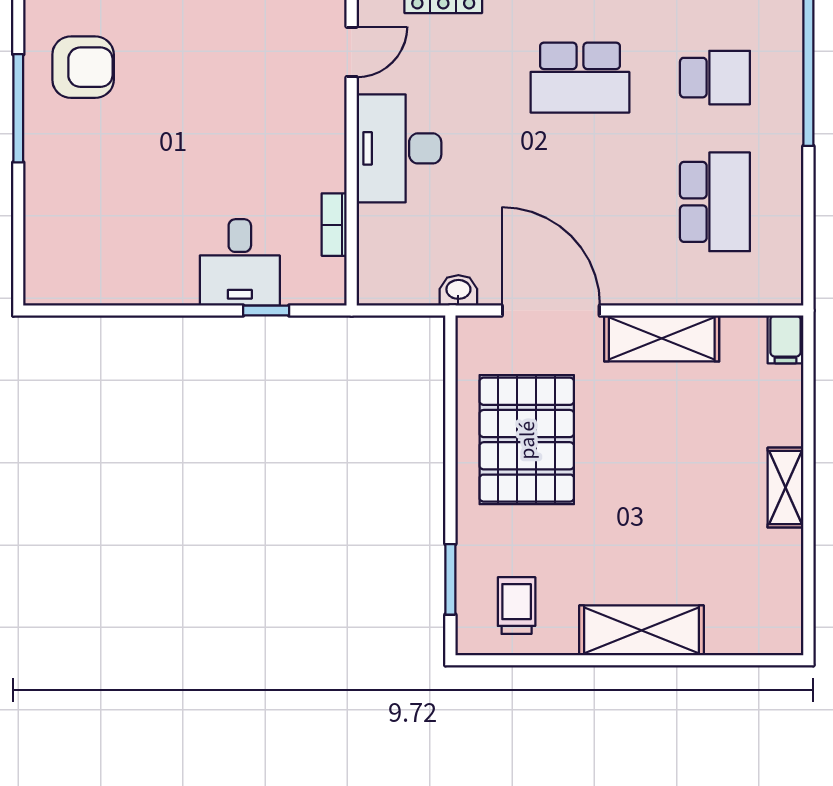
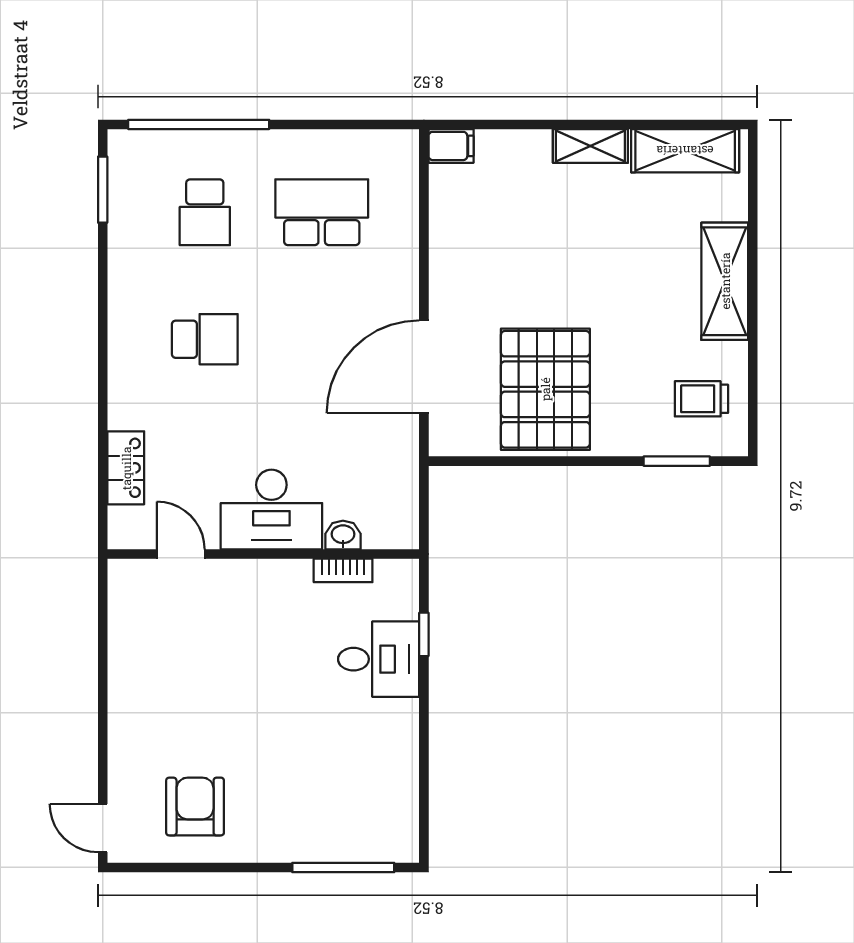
school desk: (580, 78) -> (205, 339), width x0.54
school desk: (715, 78) -> (205, 212), turned 180
window: (18, 108) -> (343, 867), moved
washbasin: (458, 290) -> (343, 535), moved, turned 90
shelving: (662, 338) -> (685, 151), moved, turned 90
pallet: (527, 440) -> (545, 389), turned 90

